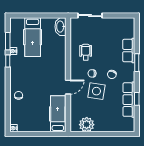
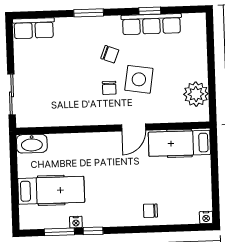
row of seats: (129, 51) -> (34, 28), moved
wheelchair: (86, 52) -> (74, 100), removed
door: (68, 87) -> (134, 127), swing flipped

